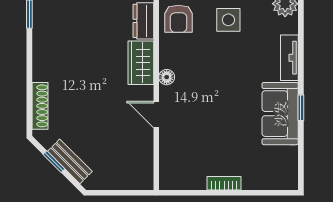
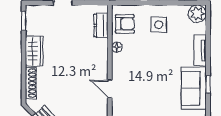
armchair: (178, 19) -> (125, 24), turned -90
wardrobe: (141, 63) -> (34, 51), moved, turned 180
floor lamp: (167, 77) -> (117, 47), moved

